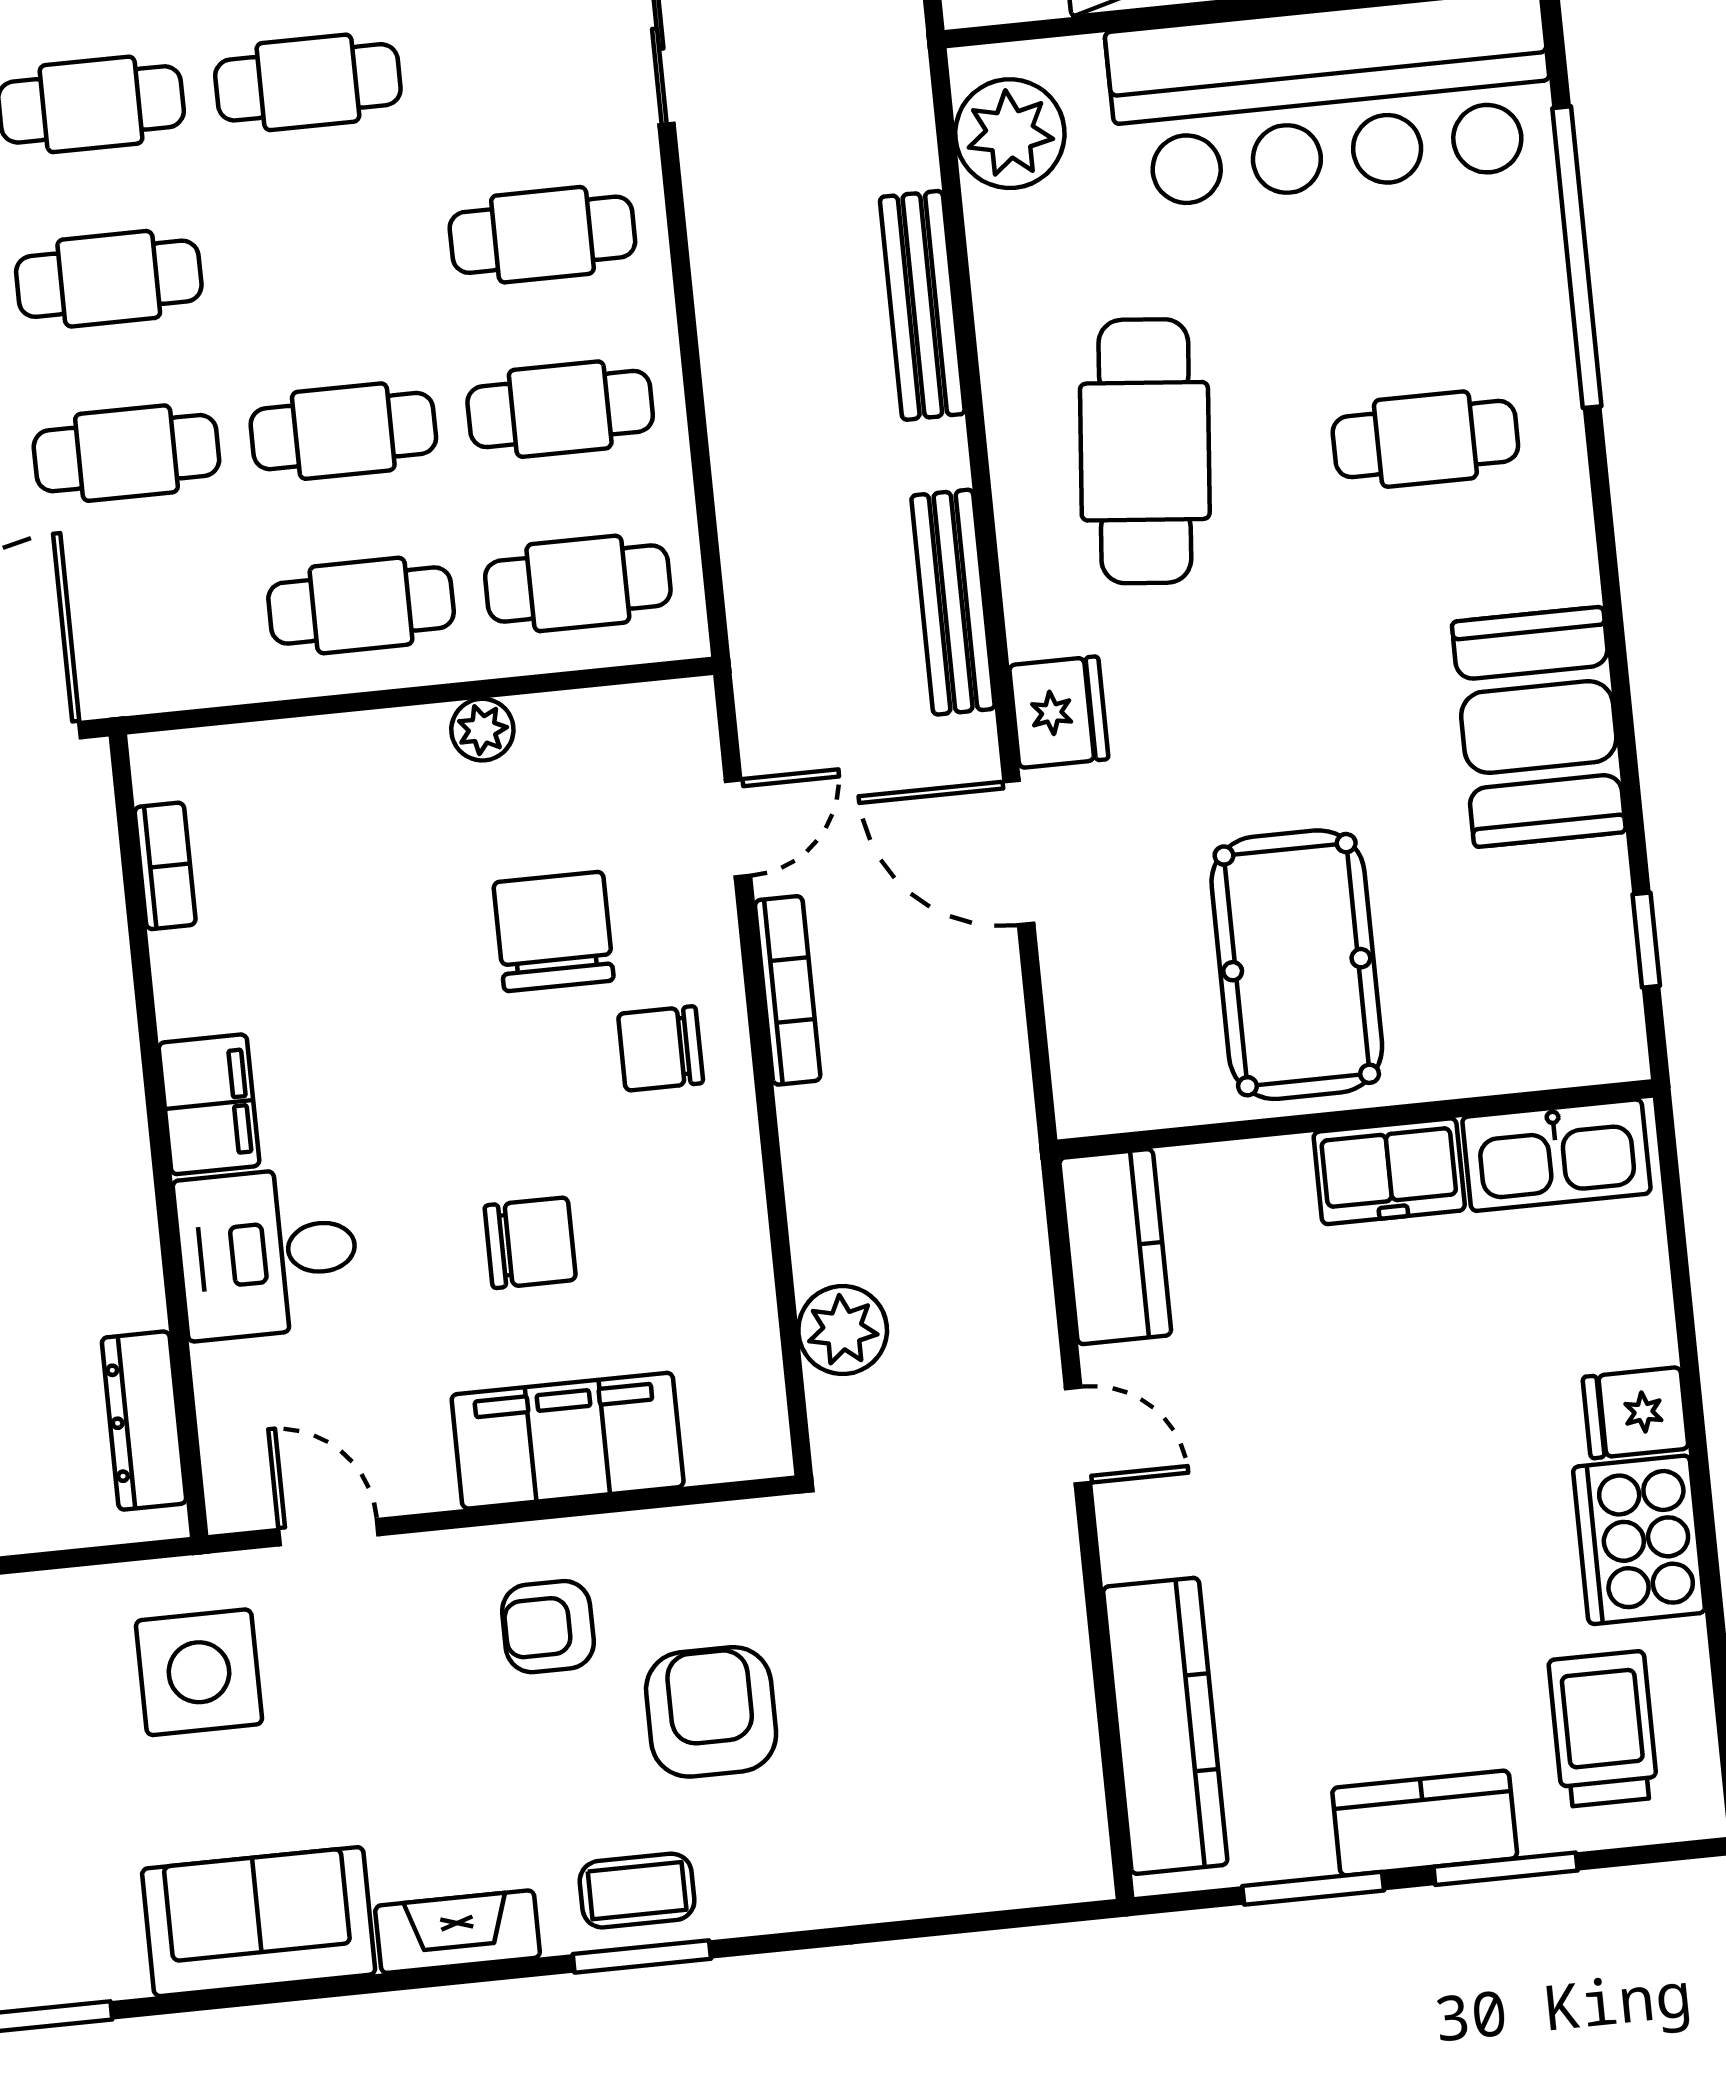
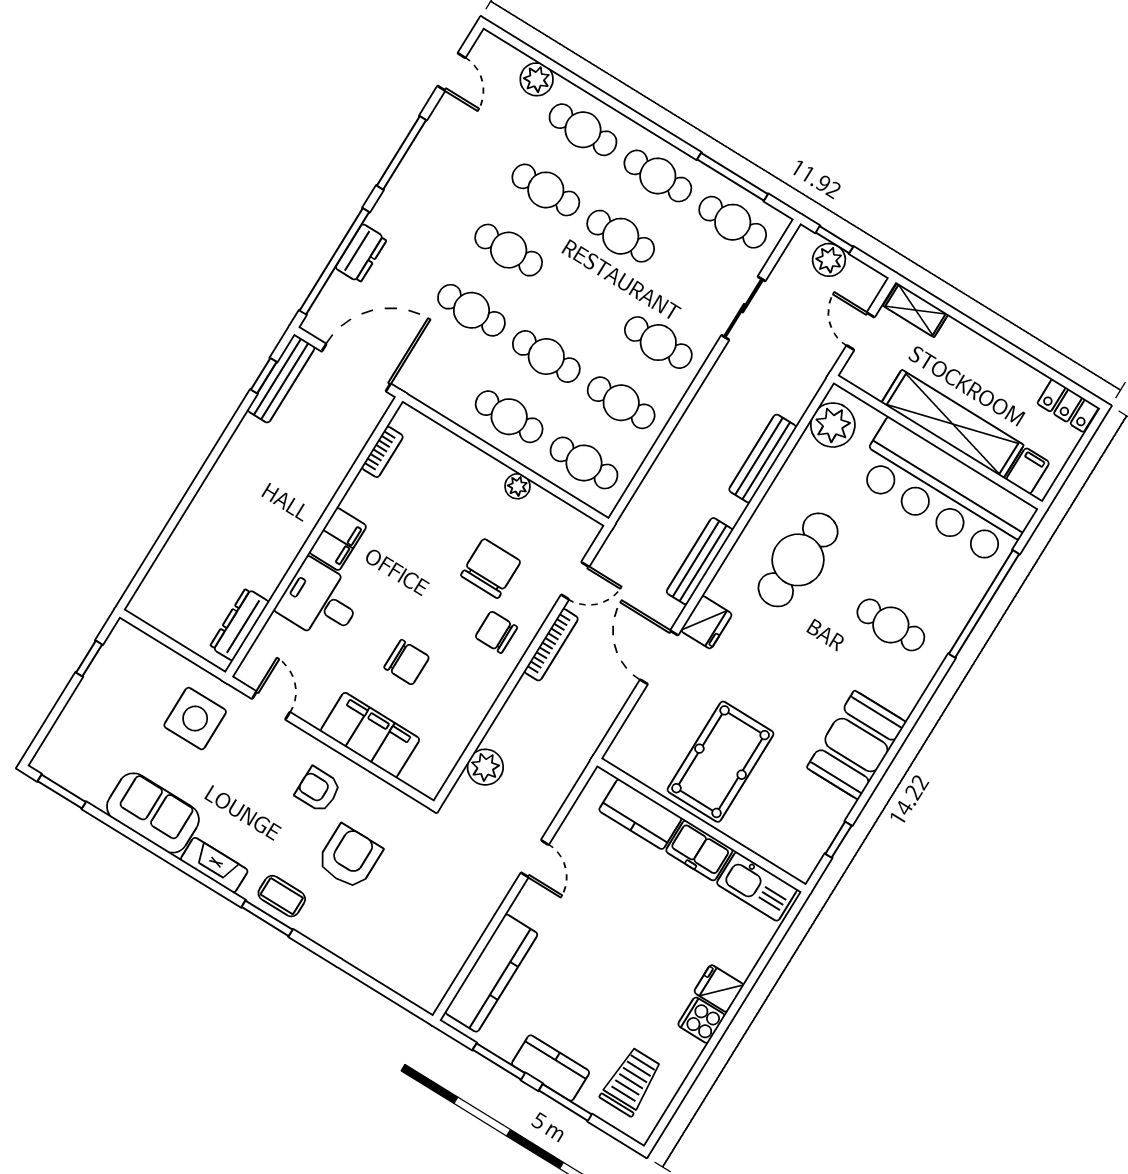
kitchen counter: (1115, 1247) -> (640, 814), moved, turned 90
cooker: (1639, 1540) -> (701, 1020), width x0.53, depth x0.76

